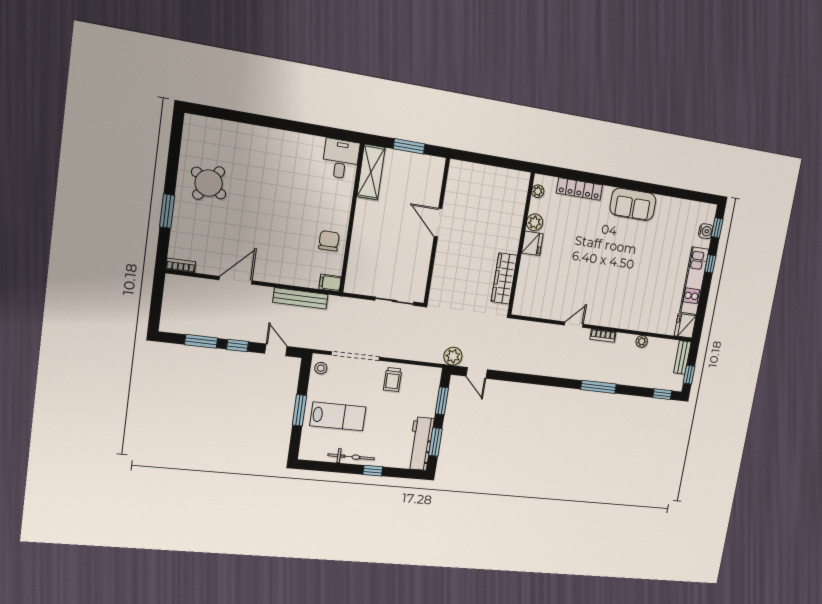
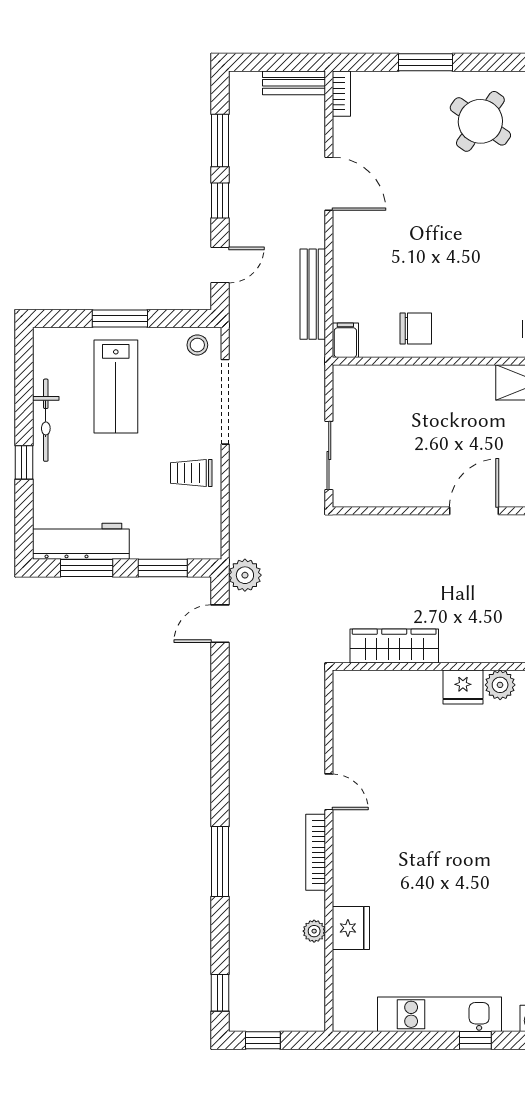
fridge: (685, 326) -> (351, 928), moved, turned 90
bookcase: (603, 336) -> (316, 852), width x1.56
bench: (682, 357) -> (294, 83), moved

